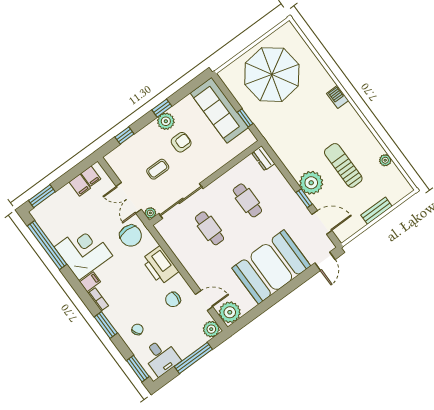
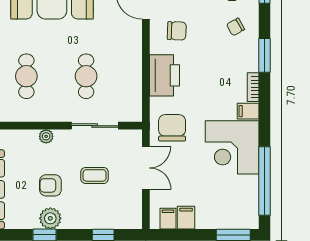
sliding door: (181, 201) -> (95, 126), width x0.73
plant: (150, 213) -> (46, 136), moved

